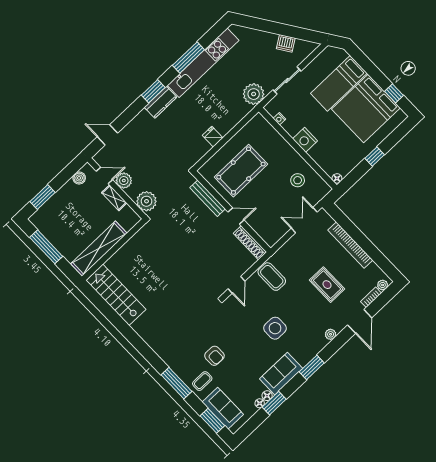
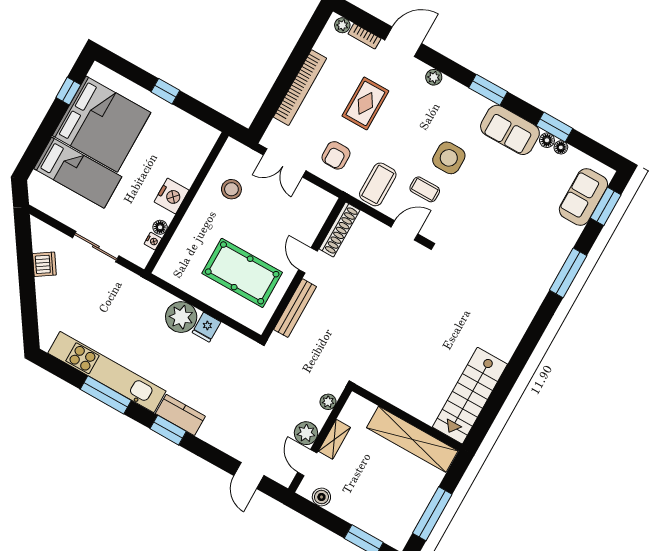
plant: (254, 94) -> (181, 317), moved
floor lamp: (337, 178) -> (160, 227), moved
plant: (146, 201) -> (328, 402), width x0.53, depth x0.53
armchair: (214, 356) -> (336, 155), moved, turned 180
coffee table: (202, 381) -> (425, 189), moved

